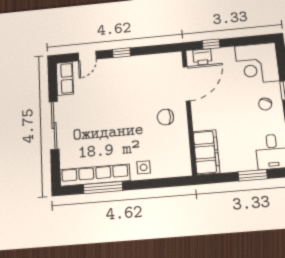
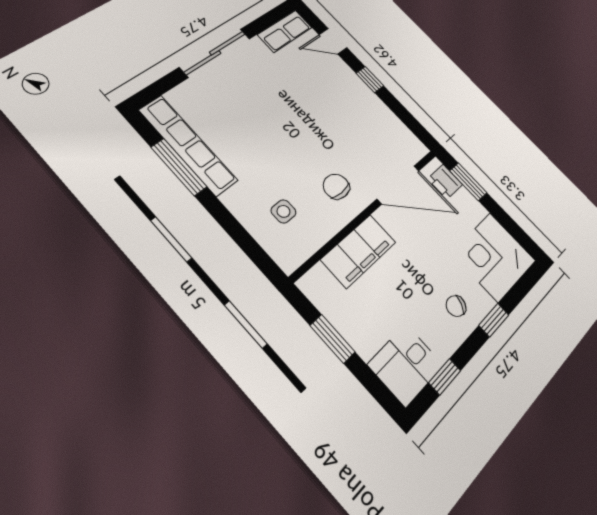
window: (211, 44) -> (468, 182), width x1.50
filing cabinet: (206, 152) -> (359, 251), moved
side table: (144, 167) -> (283, 211), moved
window: (253, 175) -> (332, 339), moved

